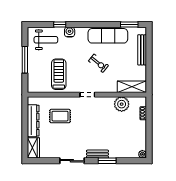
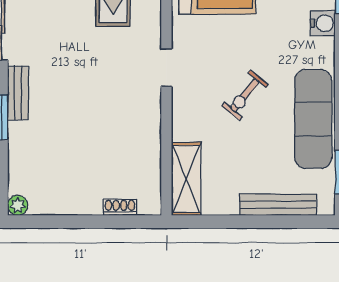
plant: (122, 104) -> (143, 153), removed

